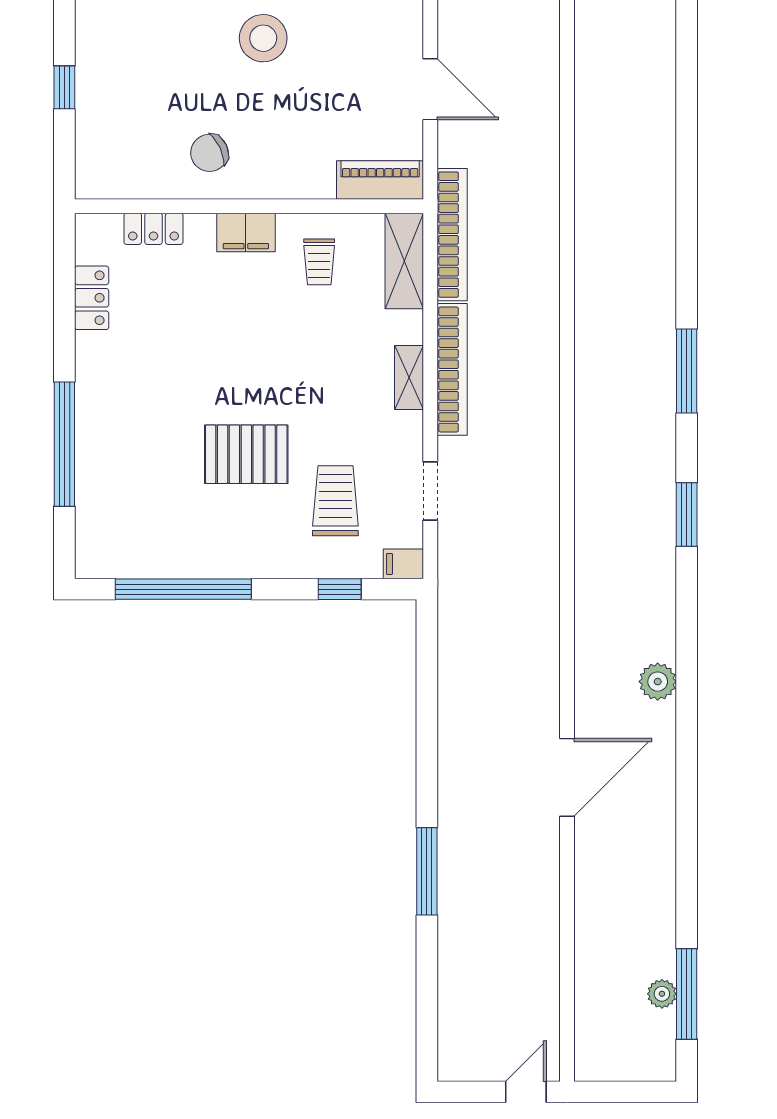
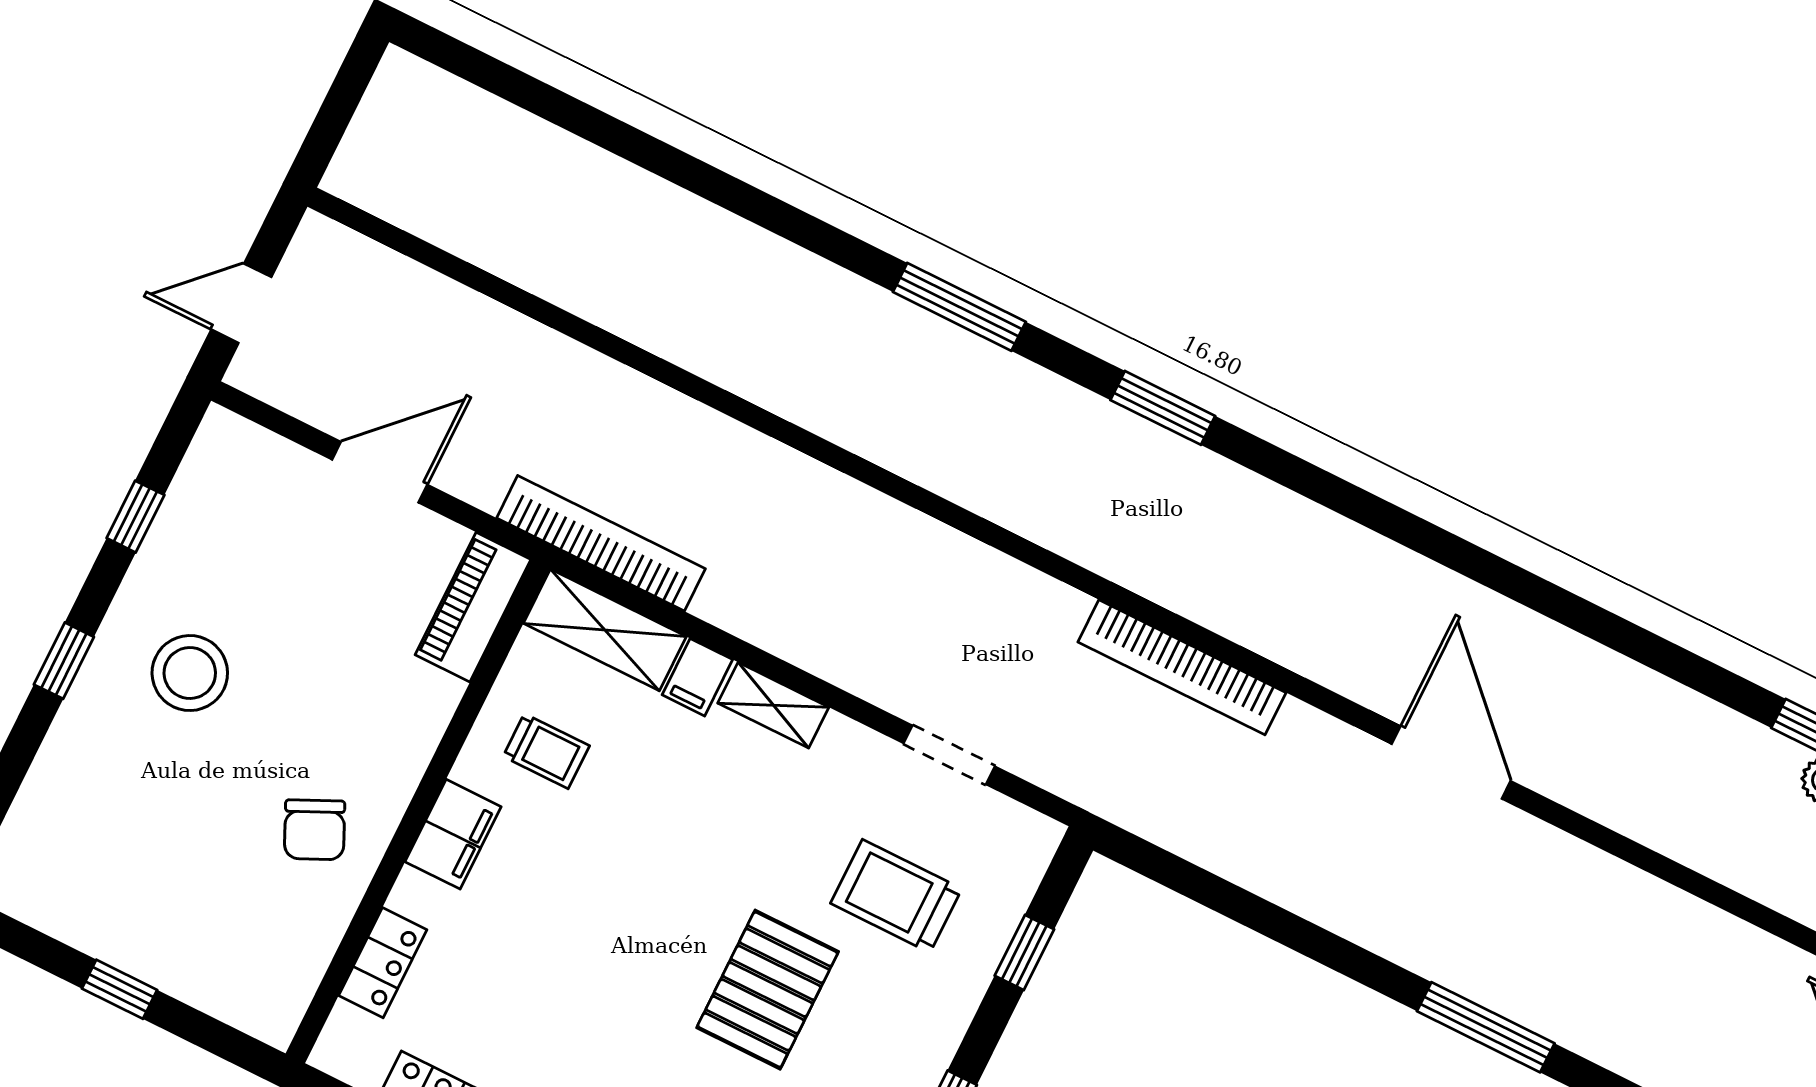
bookcase: (452, 369) -> (1182, 667), moved, turned 180
filing cabinet: (403, 564) -> (697, 677), moved
plant: (658, 682) -> (1379, 567), removed

